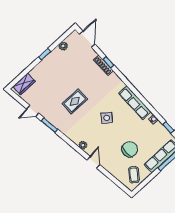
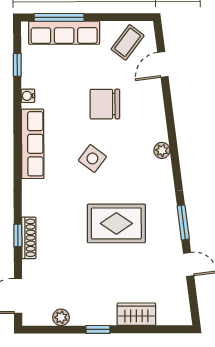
wardrobe: (24, 84) -> (136, 314), moved
rug: (75, 101) -> (116, 223), width x1.36, depth x1.43
chair: (130, 149) -> (105, 104), moved
door: (93, 162) -> (163, 64), moved

